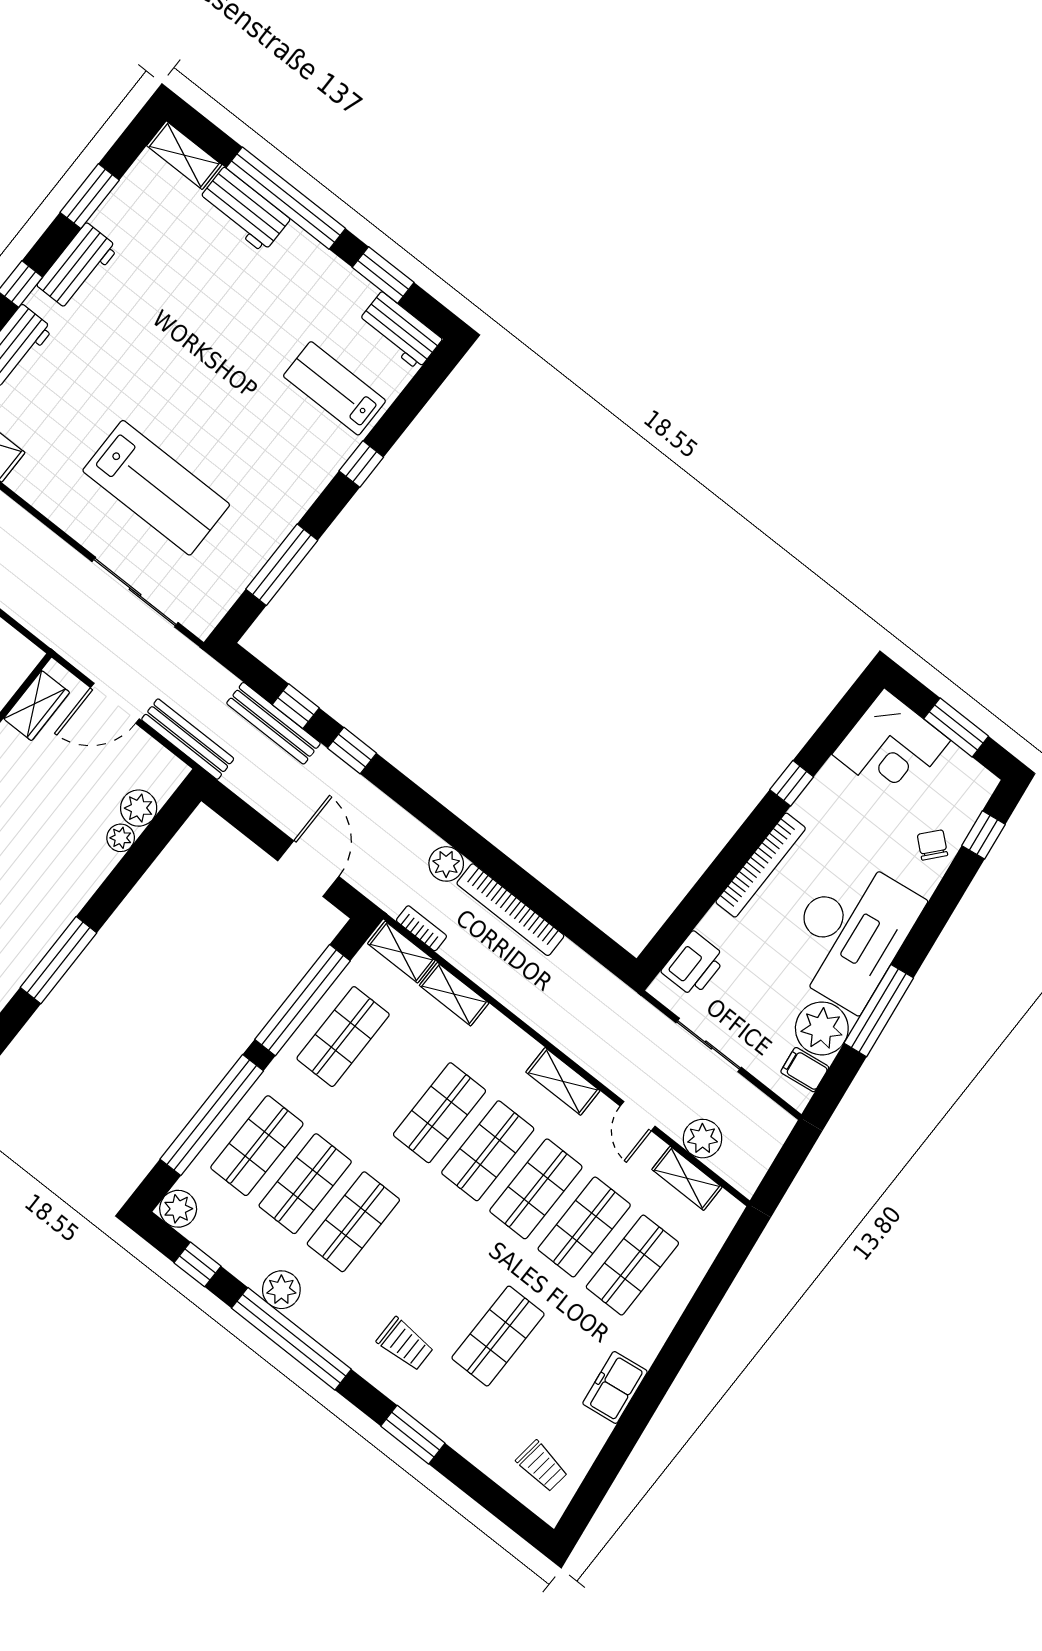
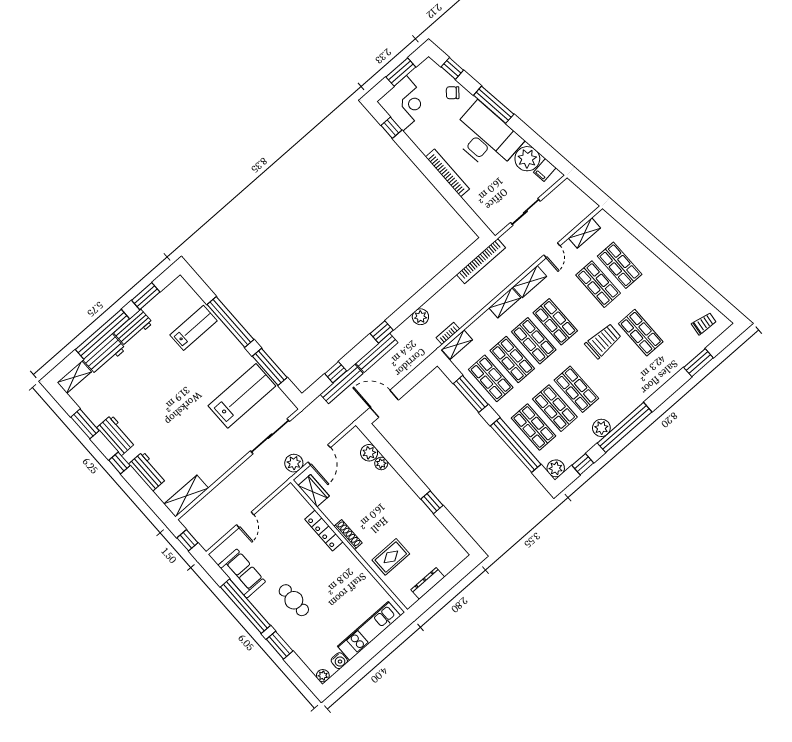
workbench: (400, 331) -> (133, 328), moved
lab bench: (334, 388) -> (194, 328), turned 180
window: (361, 464) -> (230, 322), width x3.17
lab bench: (156, 488) -> (242, 396), moved
bench: (188, 739) -> (377, 353), moved
window: (352, 751) -> (382, 332), moved
window: (792, 783) -> (391, 128), moved
door: (308, 869) -> (384, 404), moved
bookcase: (510, 910) -> (481, 261), moved
window: (59, 960) -> (432, 502), width x0.46
printer: (694, 964) -> (487, 212), removed
shelving: (454, 994) -> (505, 303), moved
window: (303, 1000) -> (471, 394), width x0.68
window: (879, 1011) -> (494, 105), moved
door: (638, 1116) -> (552, 250), hinge flipped
plant: (703, 1139) -> (294, 463), moved
shop shelf: (536, 1189) -> (512, 360), moved
trolley: (405, 1344) -> (603, 341), moved, width x1.36, depth x1.39
freezer: (615, 1387) -> (674, 283), removed
window: (413, 1435) -> (698, 363), moved

